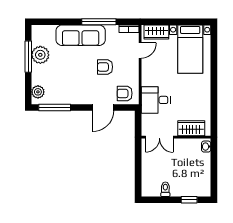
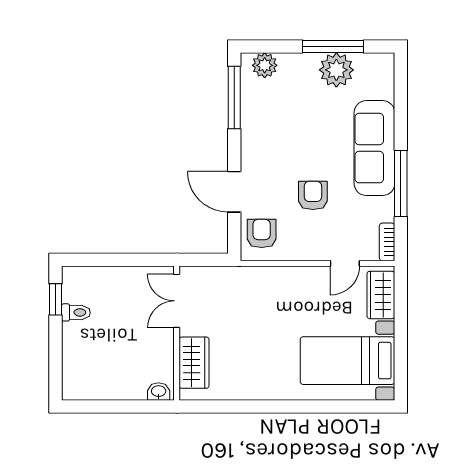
door: (140, 51) -> (345, 263), hinge flipped
desk: (156, 100) -> (249, 294), removed
window: (189, 200) -> (55, 299), moved

